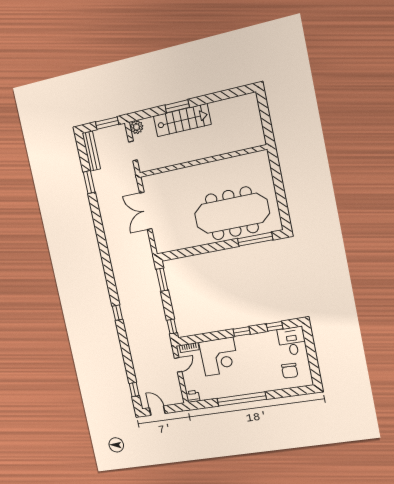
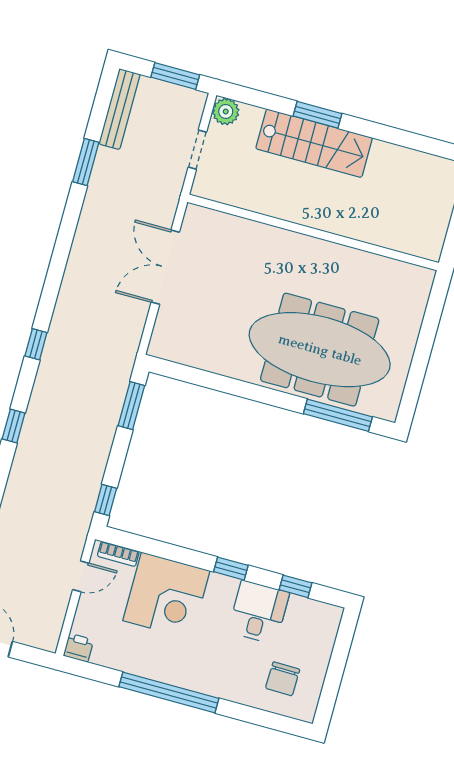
window: (109, 273) -> (36, 344), added
desk: (292, 341) -> (259, 612), moved

